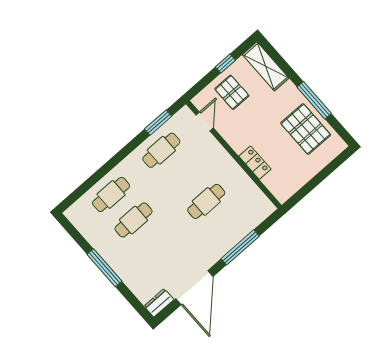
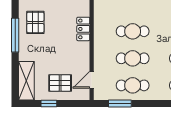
pallet: (232, 92) -> (60, 83), turned 90
pallet: (306, 129) -> (35, 22), width x0.67, depth x0.71
cafe table: (184, 176) -> (133, 58), added

